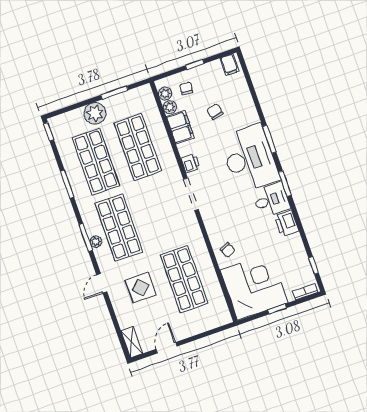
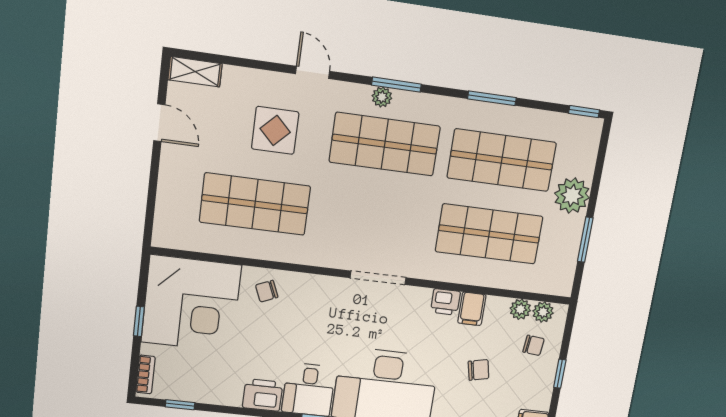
filing cabinet: (180, 127) -> (472, 309), width x0.50
printer: (191, 163) -> (445, 302), moved

